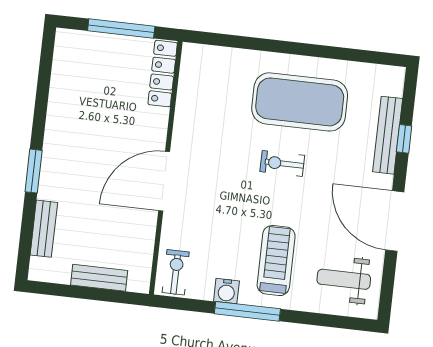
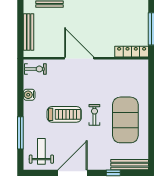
bench: (388, 135) -> (130, 165), moved
treadmill: (276, 261) -> (64, 114), moved
bench: (99, 278) -> (29, 32), width x1.36
window: (247, 311) -> (20, 133), moved

